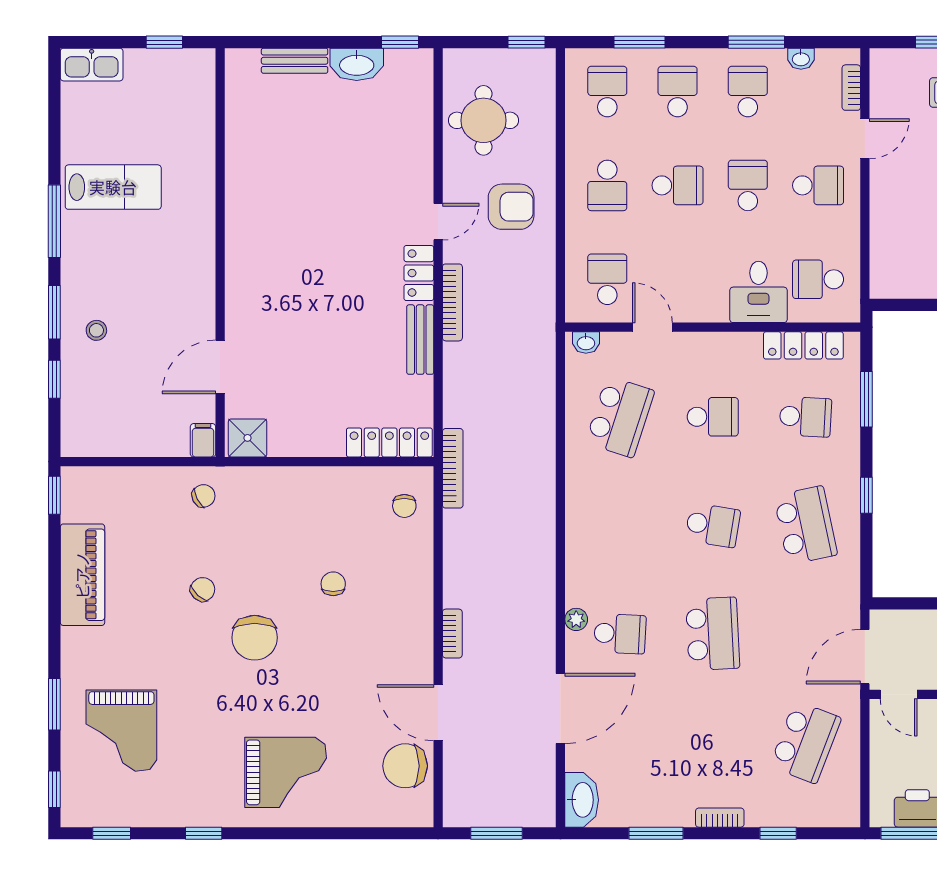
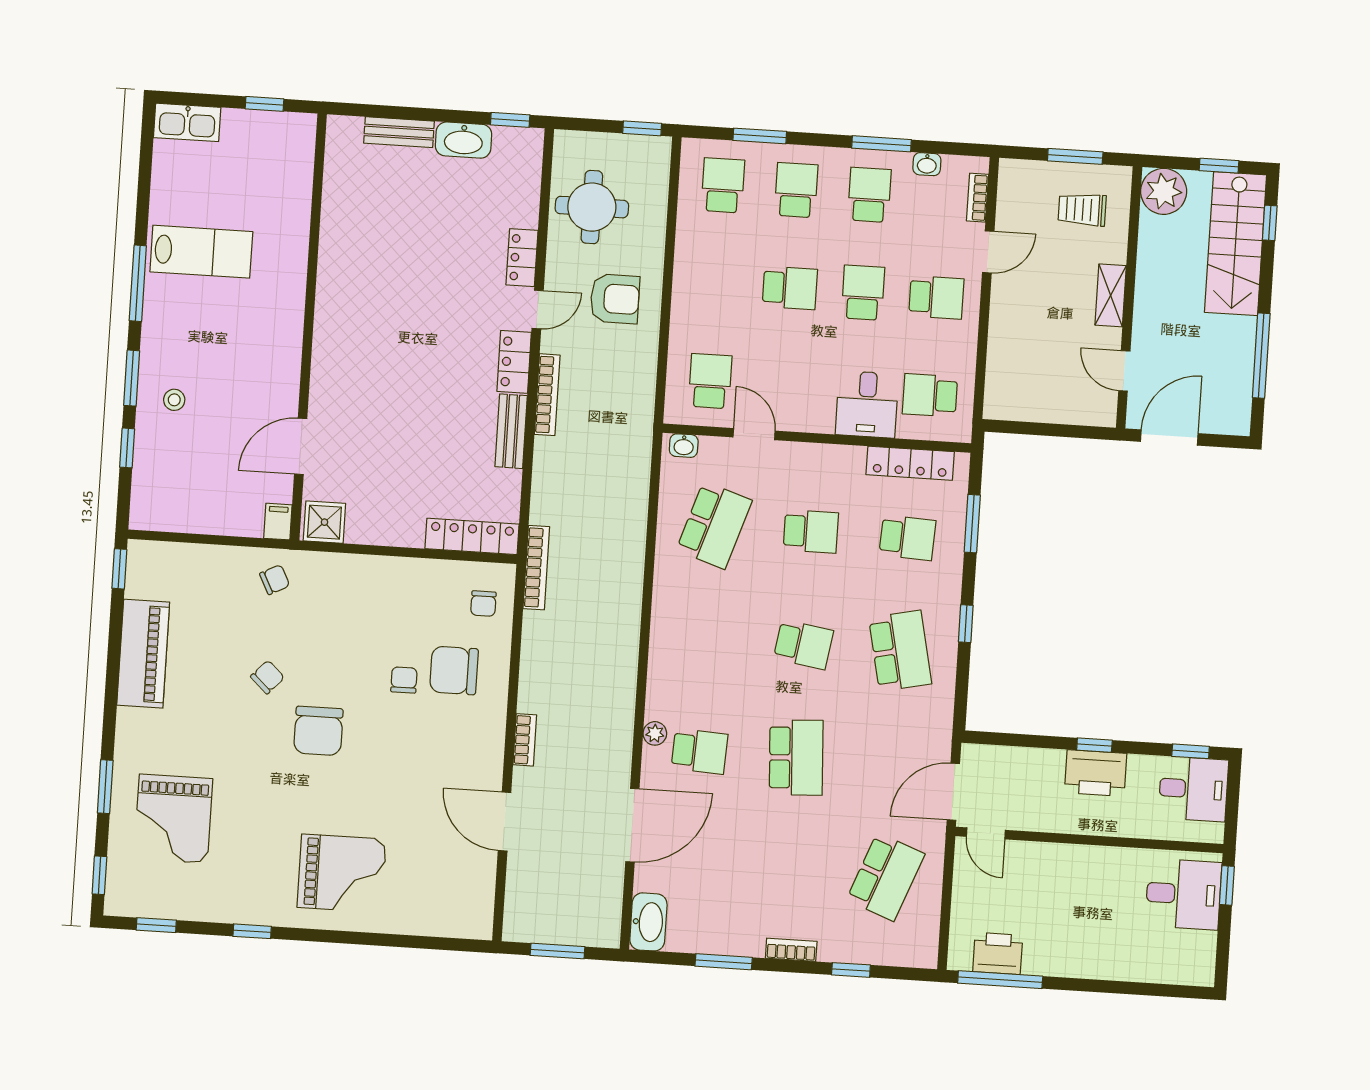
locker: (420, 173) -> (522, 258), added
school desk: (607, 185) -> (717, 283), removed
chair: (405, 766) -> (454, 670), moved

